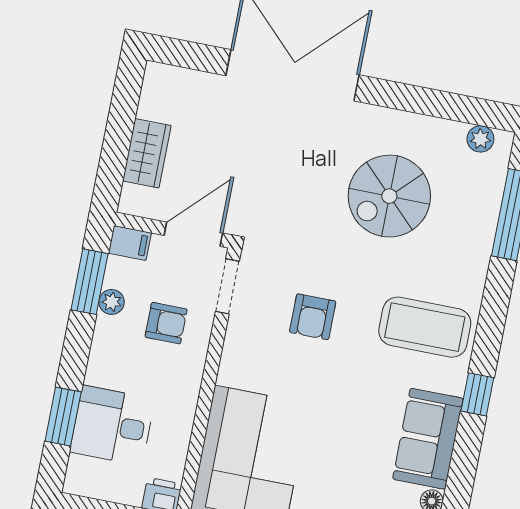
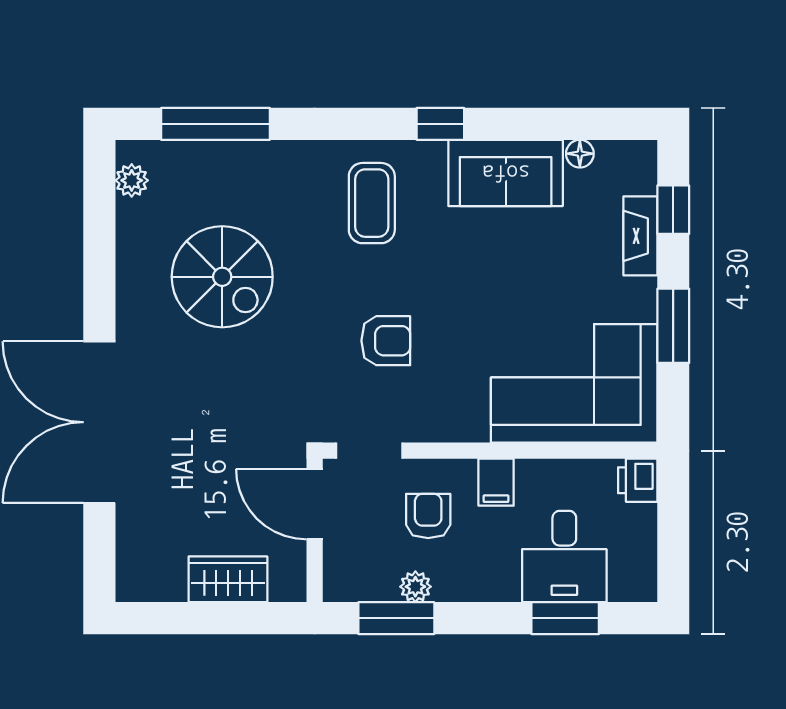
filing cabinet: (130, 243) -> (496, 482), moved, turned 180
coffee table: (425, 327) -> (372, 203), width x0.73, depth x0.76

